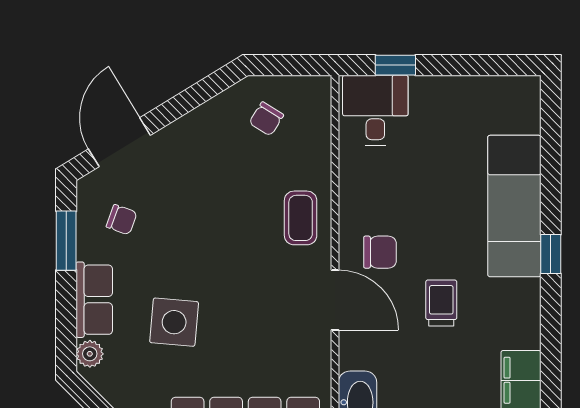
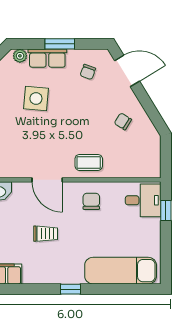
chair: (266, 119) -> (123, 121), moved
exam couch: (514, 206) -> (121, 271), moved
window: (66, 241) -> (60, 44), moved
chair: (380, 252) -> (91, 201), moved, turned 180
door: (335, 300) -> (47, 180), hinge flipped

